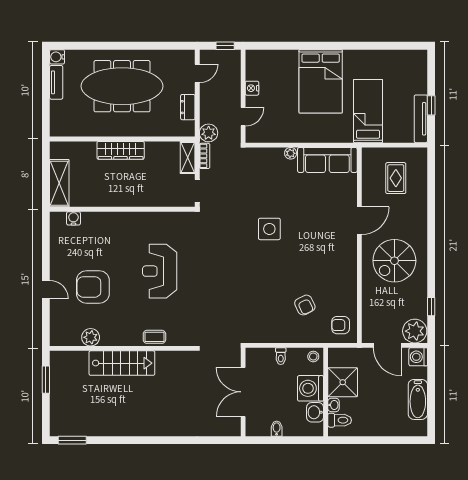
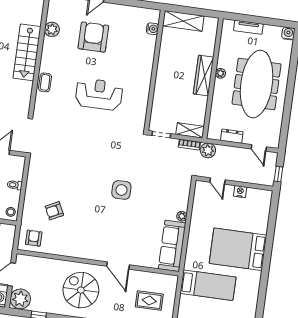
tv unit: (56, 82) -> (248, 27), moved
plant: (115, 131) -> (220, 73), added

